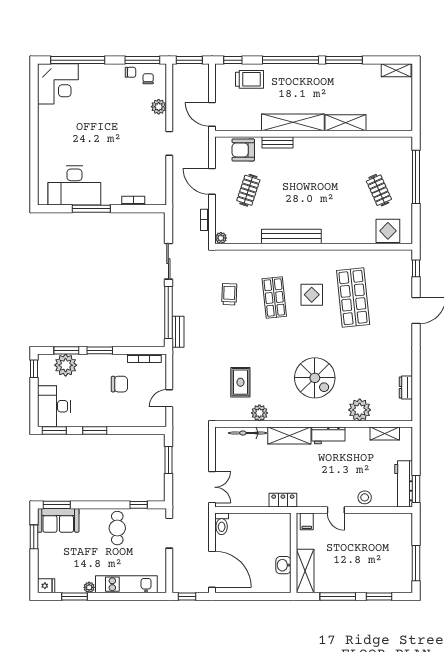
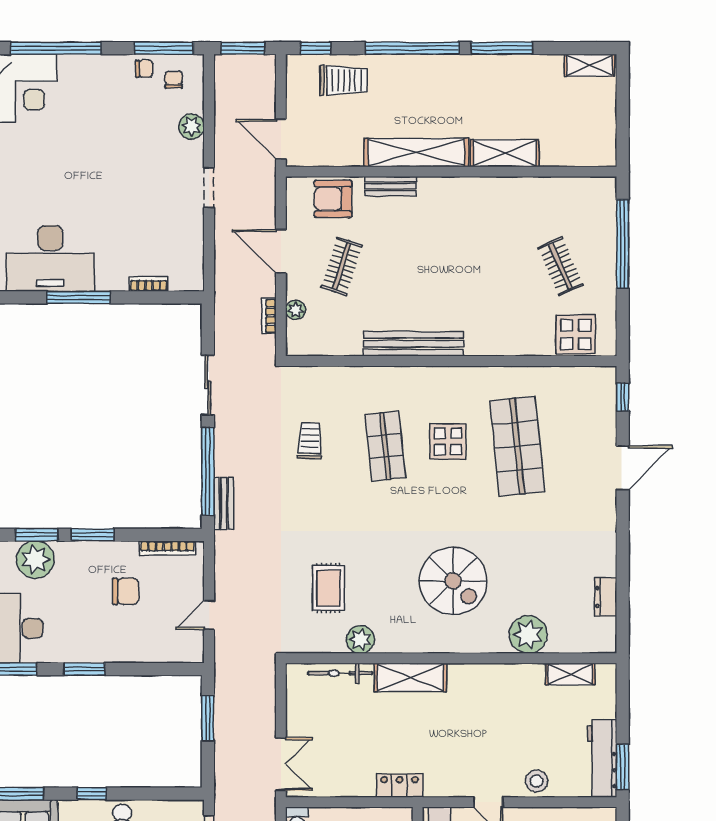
plant: (221, 238) -> (296, 310), moved
workbench: (328, 435) -> (476, 677), removed
window: (139, 505) -> (92, 794), moved

